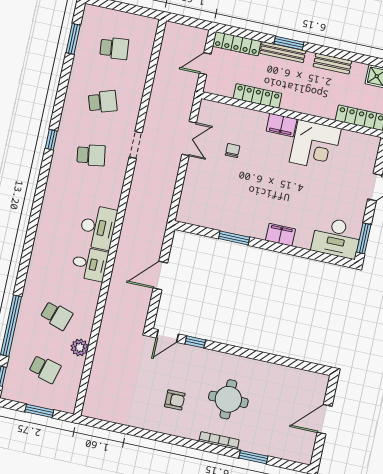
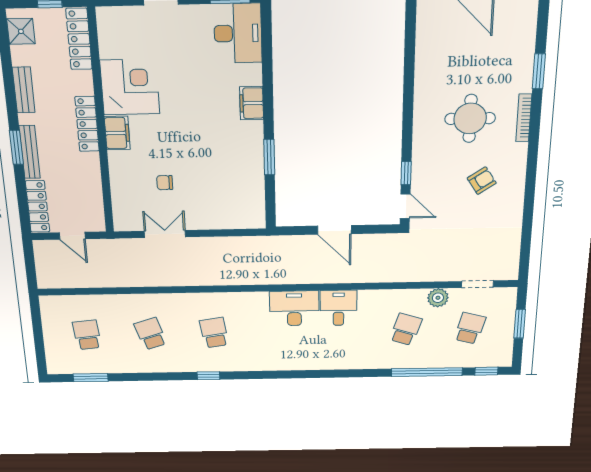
locker: (258, 96) -> (87, 124), moved
doorway: (136, 145) -> (477, 284), moved
armchair: (175, 400) -> (482, 181), turned 57

